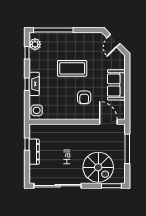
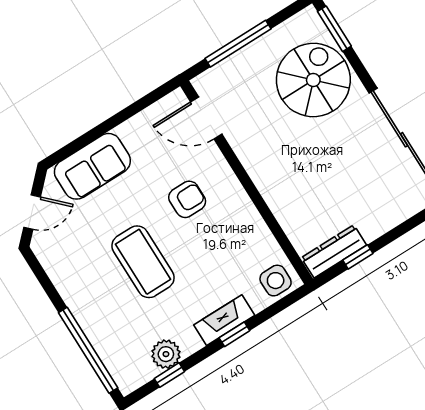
plant: (35, 44) -> (166, 354), moved
sofa: (116, 85) -> (92, 166), moved
door: (108, 122) -> (206, 118), hinge flipped
dresser: (34, 152) -> (334, 251), moved

